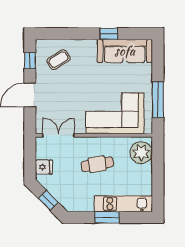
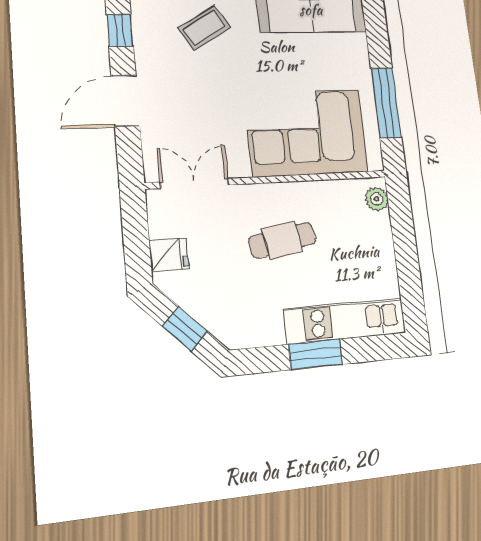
coffee table: (59, 60) -> (204, 28), moved
plant: (141, 153) -> (377, 199), width x0.53, depth x0.53

